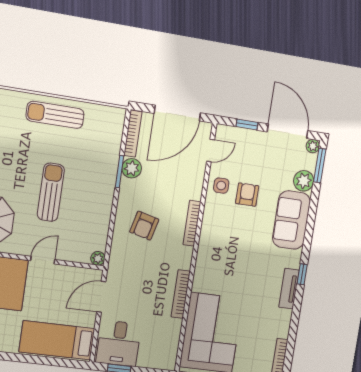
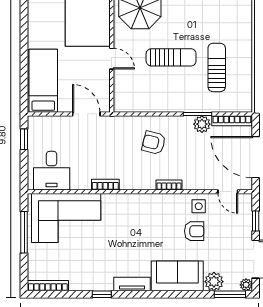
sun lounger: (55, 115) -> (217, 67), moved
bookcase: (192, 223) -> (169, 185), width x0.64
plant: (98, 258) -> (120, 106), removed
window: (302, 274) -> (102, 294), moved
tv unit: (289, 289) -> (132, 284), moved
bookcase: (181, 294) -> (105, 185), width x0.64
desk: (119, 343) -> (52, 171), moved, turned -90

